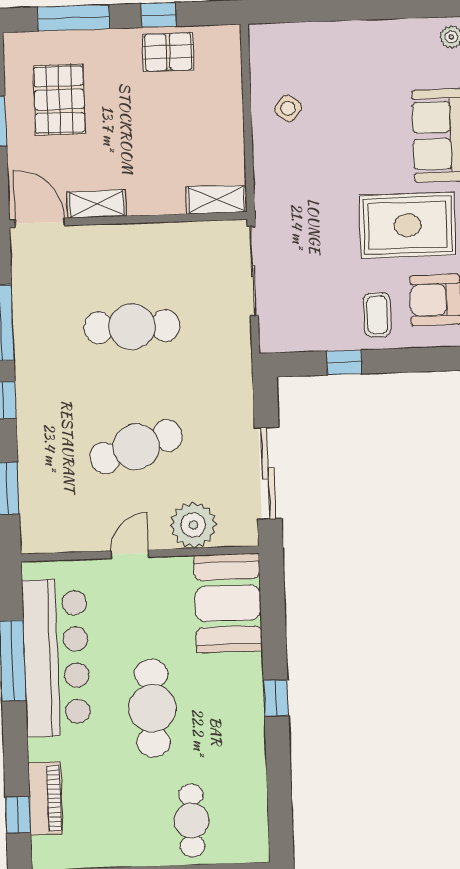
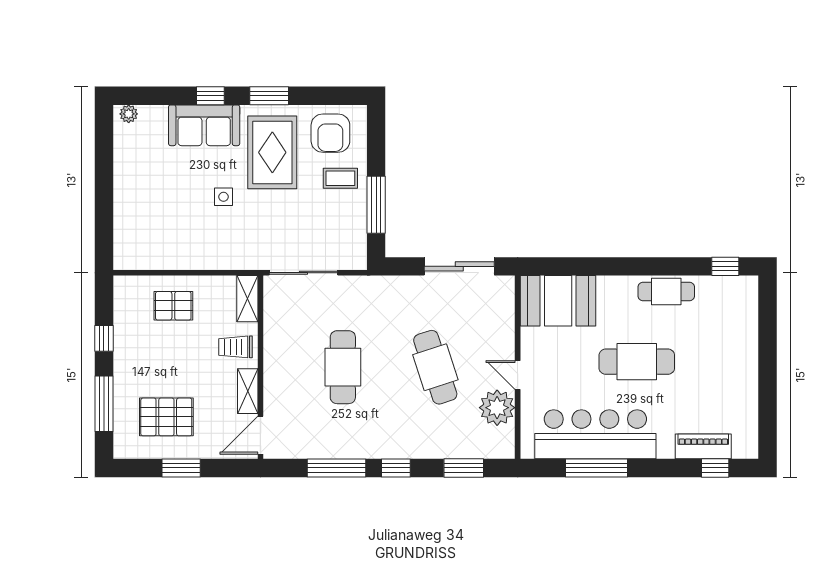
pallet: (168, 52) -> (173, 306), moved, turned 90
side table: (288, 108) -> (223, 197), moved, turned -38
trolley: (153, 186) -> (236, 347), added
window: (344, 362) -> (376, 205), width x2.17
plant: (193, 525) -> (497, 408), moved
window: (276, 698) -> (725, 266), moved
cafe table: (192, 821) -> (666, 291), moved

